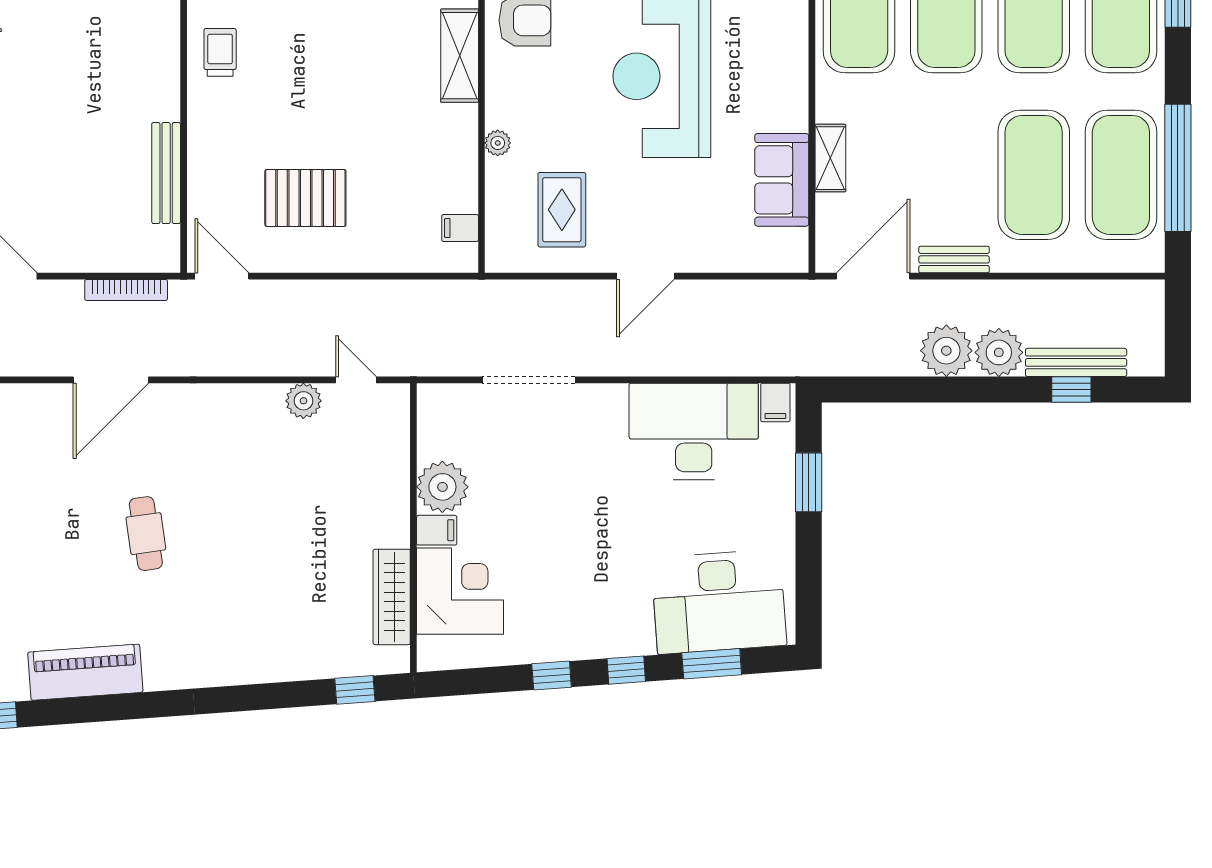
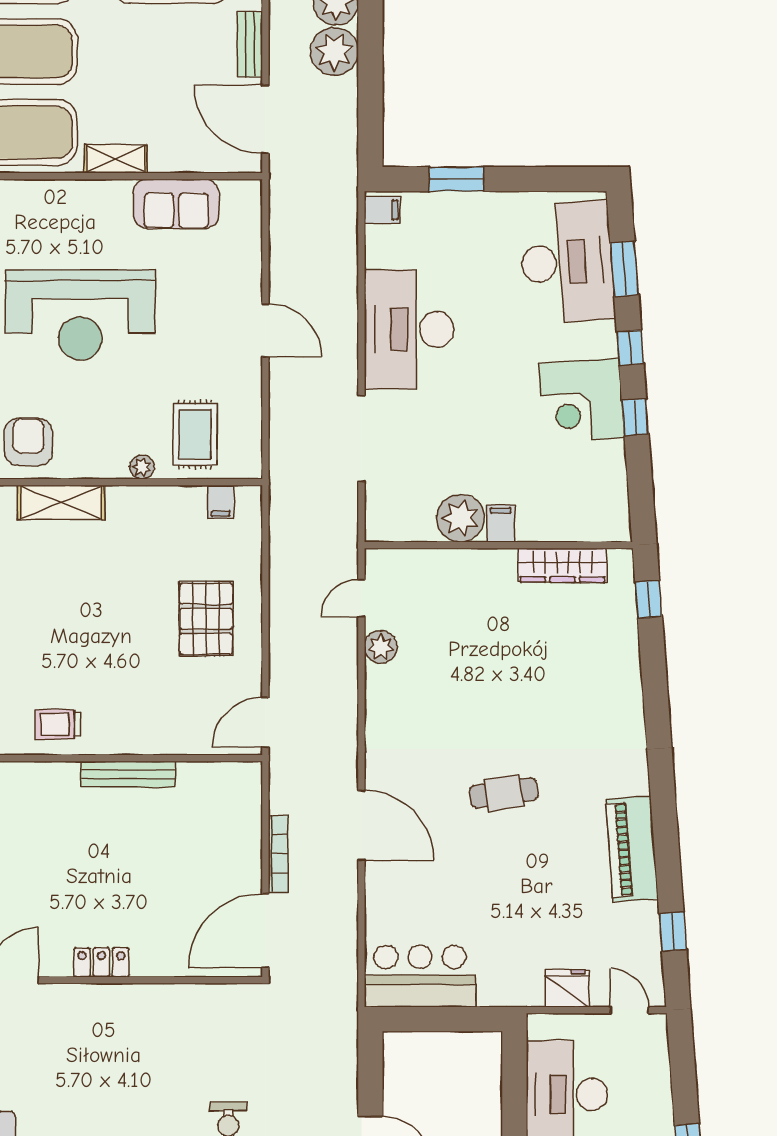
shelving: (830, 158) -> (116, 159), moved
bench: (166, 173) -> (128, 774), moved
pallet: (305, 198) -> (206, 619), moved
rug: (562, 210) -> (195, 434), moved, turned 90
bookcase: (126, 290) -> (278, 854), moved
desk: (694, 431) -> (409, 329), moved
corner desk: (460, 591) -> (582, 401), moved, turned -94

